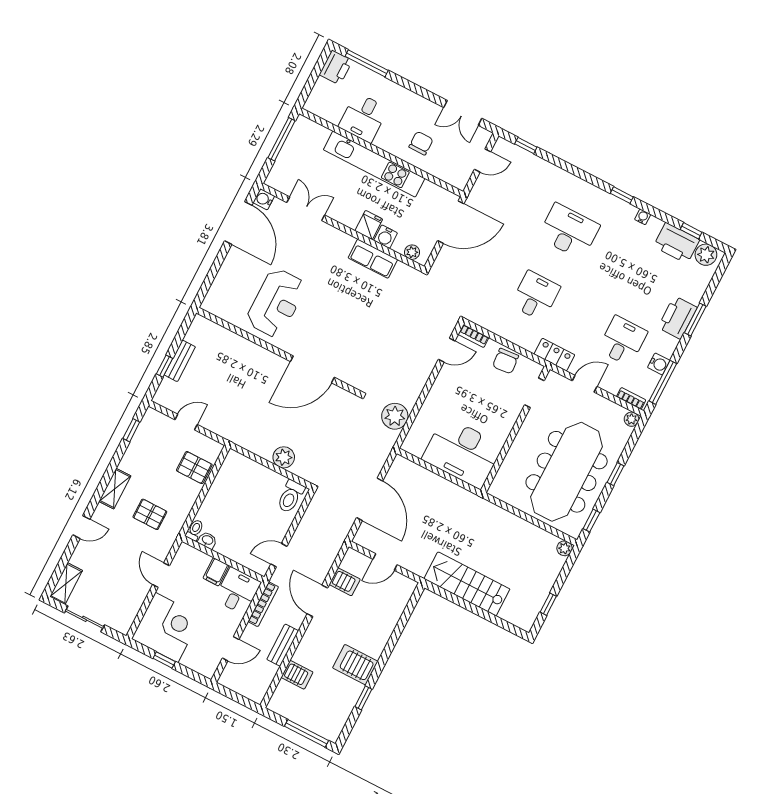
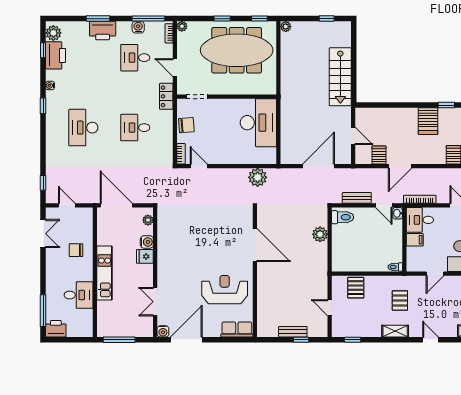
kitchen unit: (374, 164) -> (104, 273), width x0.73
row of seats: (373, 259) -> (237, 329), moved, turned -90
washbasin: (207, 540) -> (398, 213), moved
bench: (283, 645) -> (357, 198), moved

